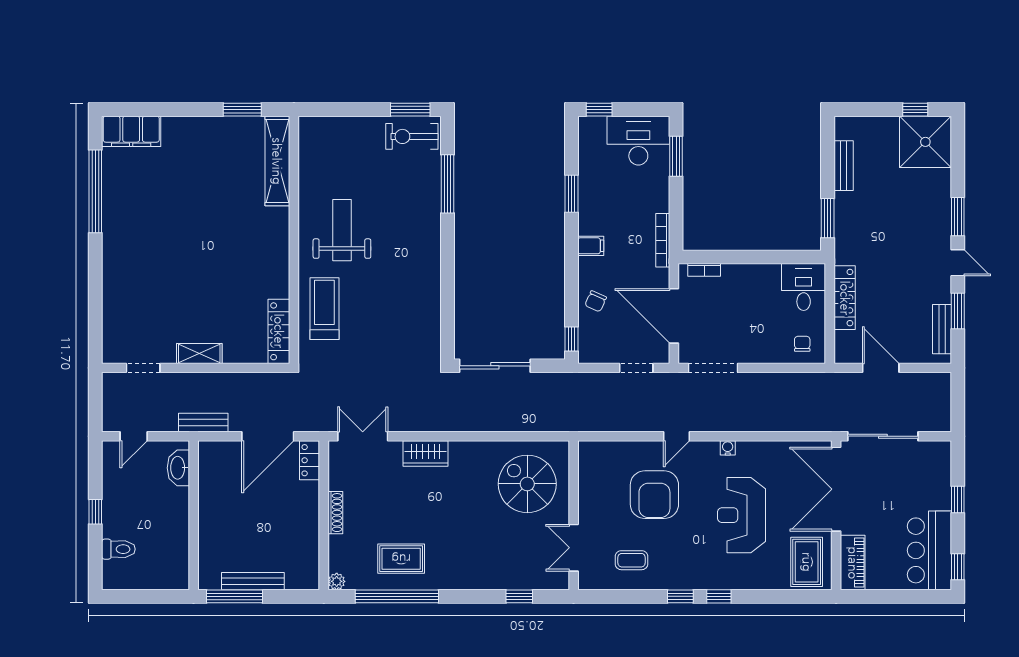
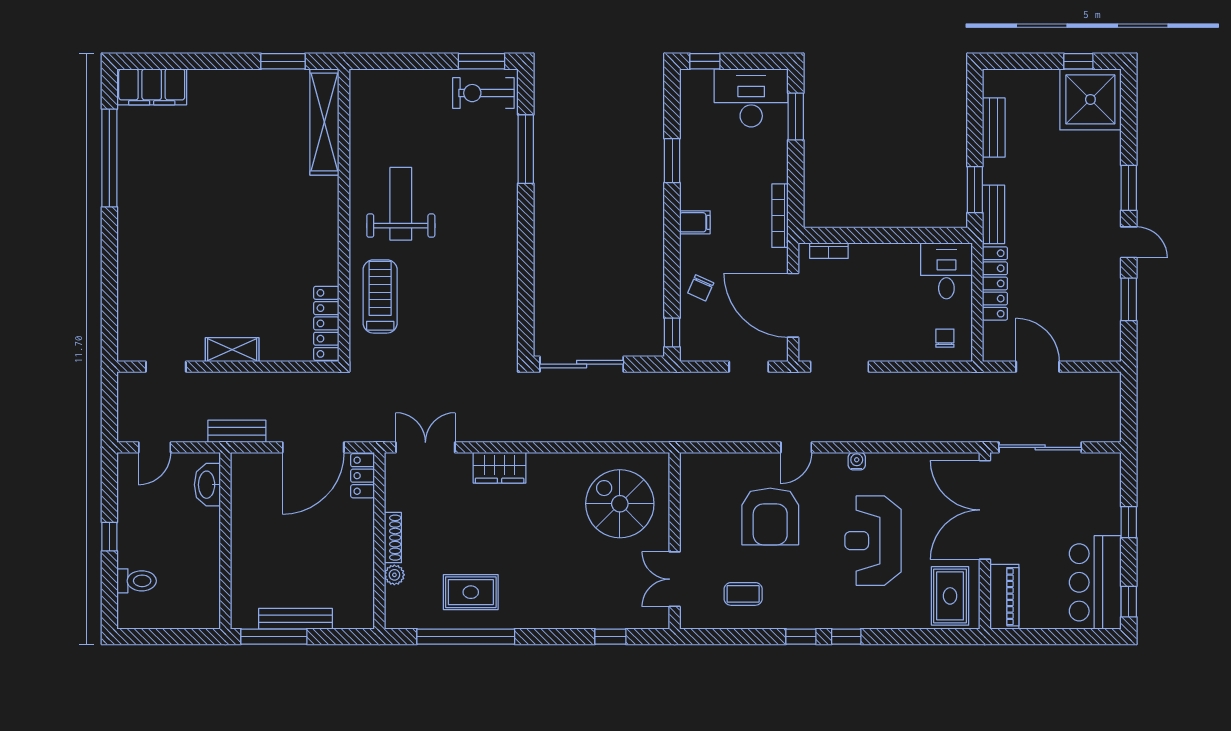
bench: (942, 329) -> (994, 214), moved
plant: (337, 581) -> (394, 575), moved

